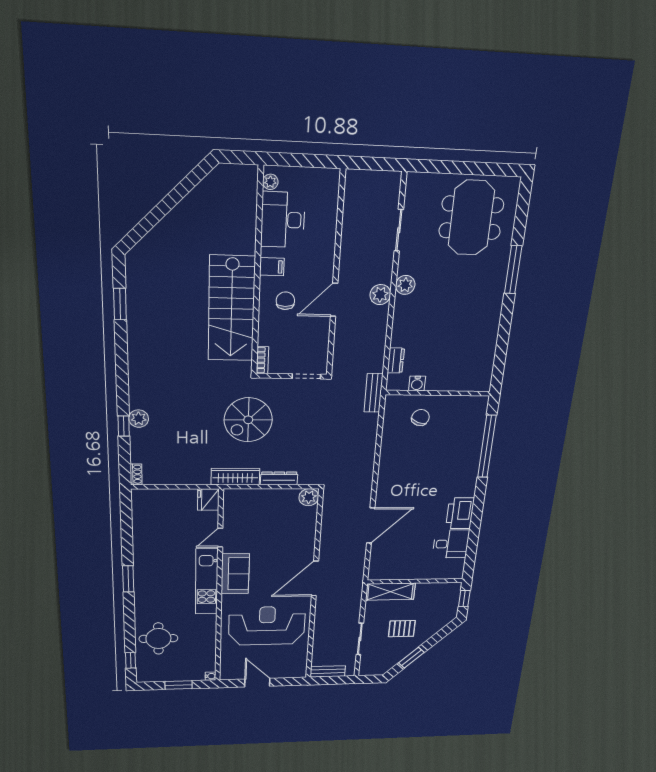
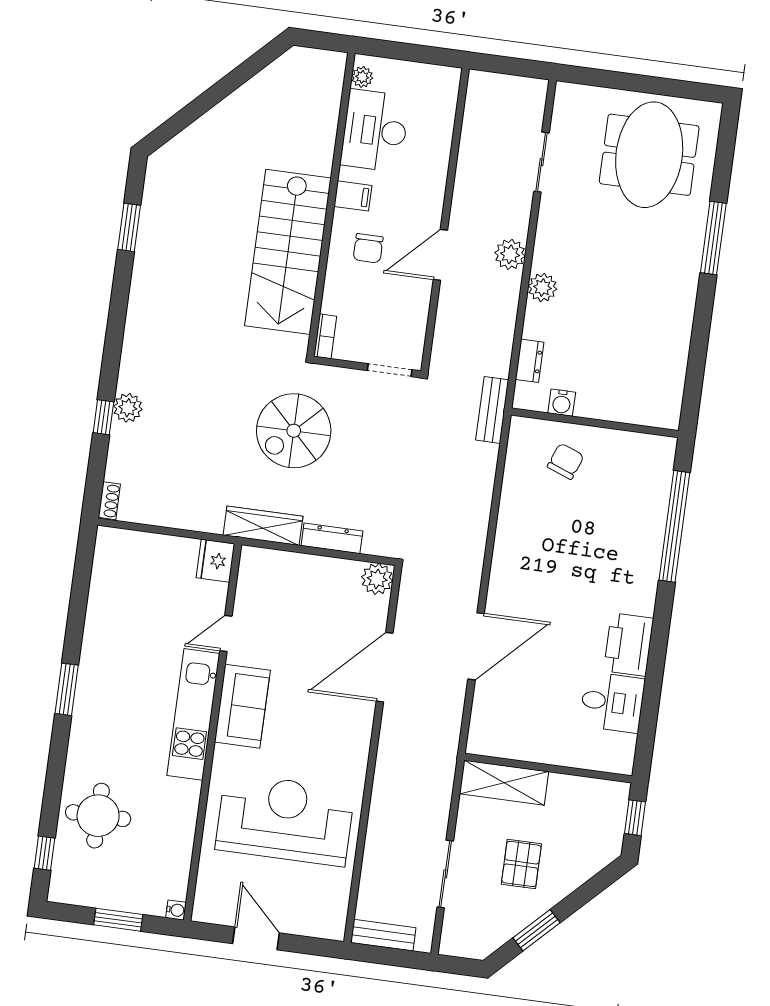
plant: (405, 285) -> (542, 288), moved
chair: (285, 301) -> (368, 248), turned 180
door: (315, 578) -> (385, 667), moved
pallet: (402, 629) -> (521, 864), turned 90

